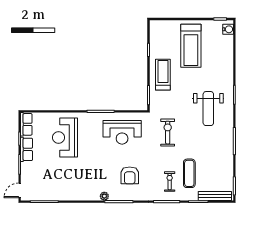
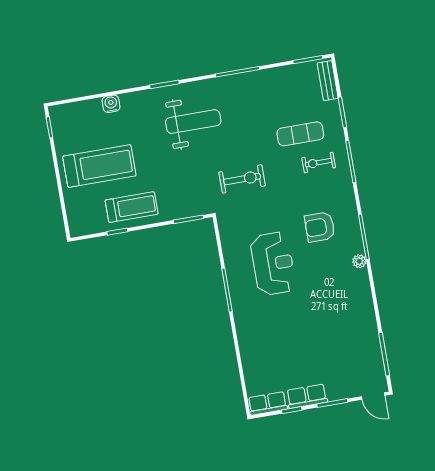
water cooler: (228, 29) -> (111, 104), moved
treadmill: (163, 75) -> (132, 207), moved, turned 180
reception desk: (122, 132) -> (273, 264), moved
exercise bike: (168, 133) -> (242, 179), turned 180
reception desk: (65, 138) -> (278, 339), removed
armchair: (130, 175) -> (320, 227), turned 180
bench: (215, 196) -> (328, 81), width x0.73

